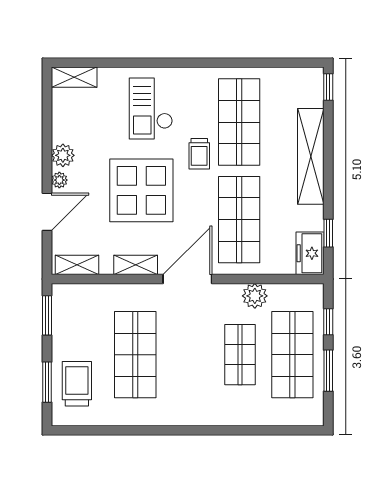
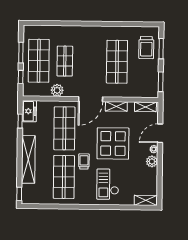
checkout: (151, 109) -> (108, 184), turned 180

